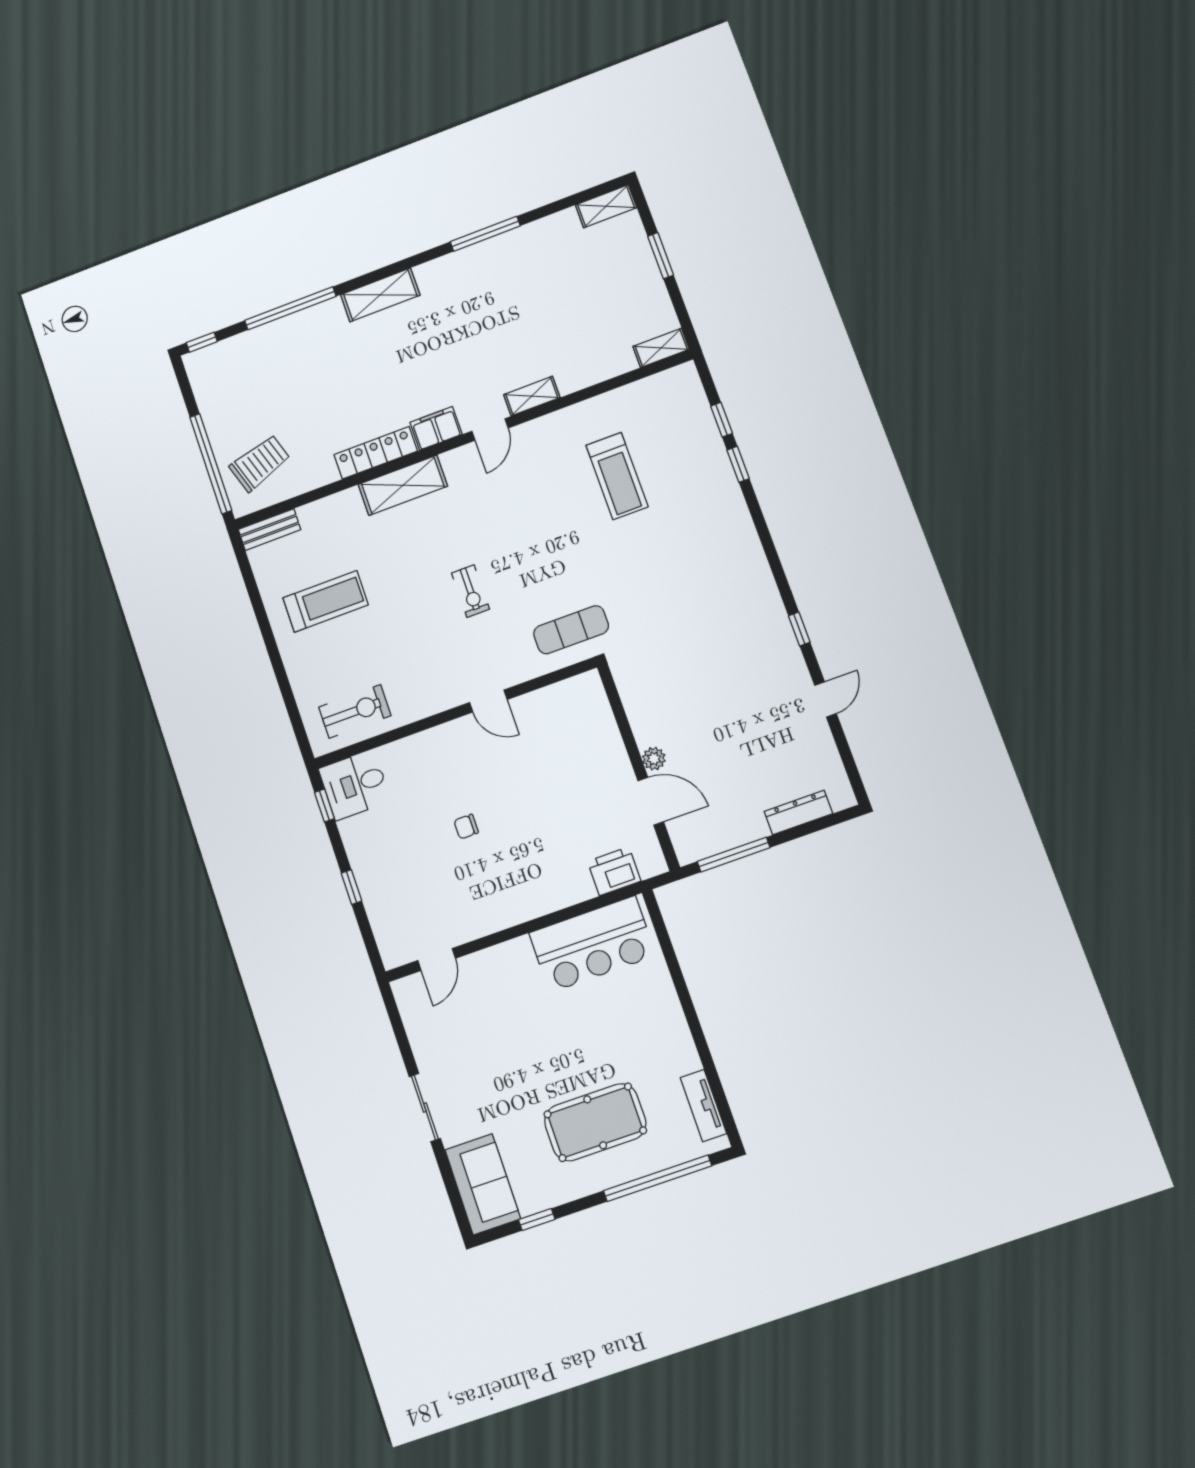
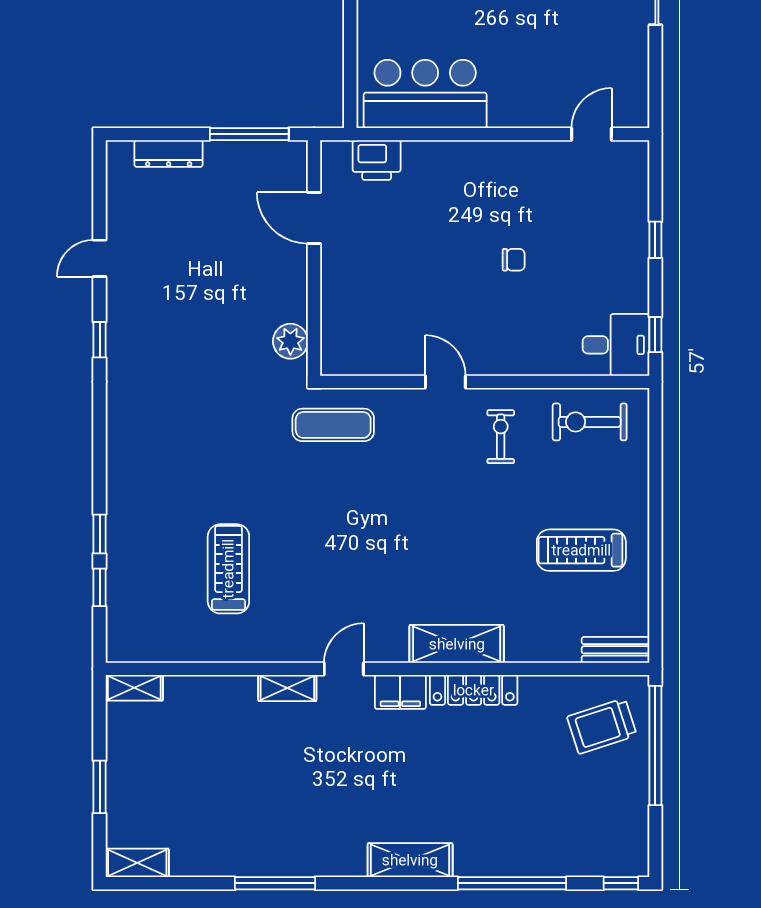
exercise bike: (471, 591) -> (501, 437), moved
plant: (654, 759) -> (290, 341), moved, width x1.38, depth x1.38

